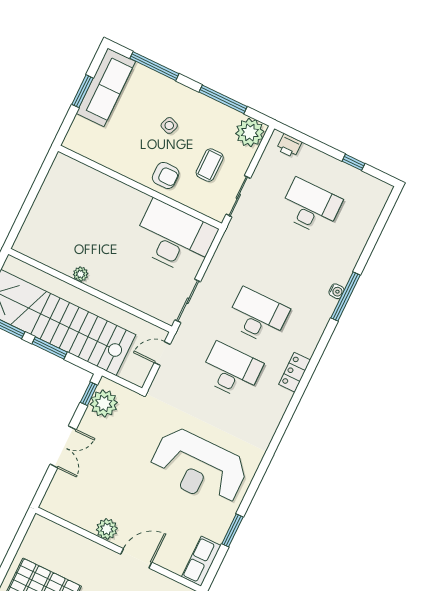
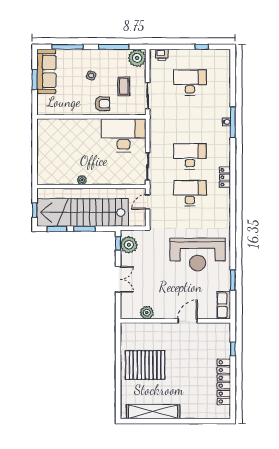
plant: (107, 529) -> (147, 313), moved

